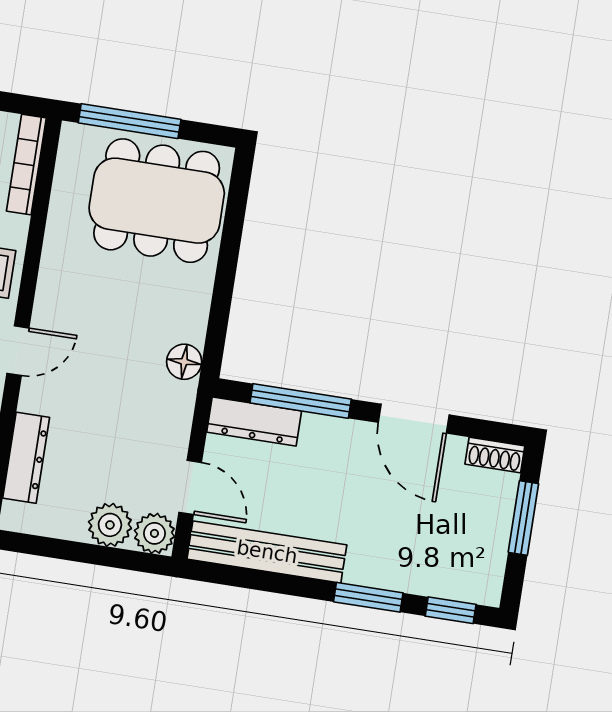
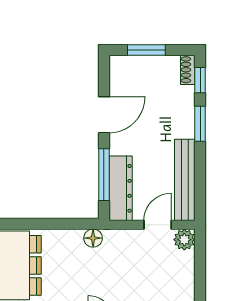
dresser: (254, 421) -> (121, 188), width x1.37, depth x1.24
shoe rack: (495, 455) -> (188, 70), moved, turned 180
plant: (110, 525) -> (184, 263), removed

